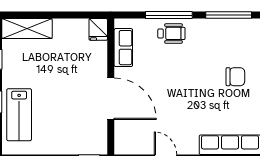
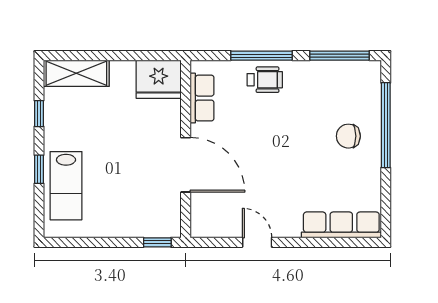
fridge: (98, 29) -> (159, 79), width x1.88, depth x1.34
chair: (235, 77) -> (348, 136), turned 180

